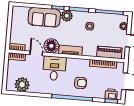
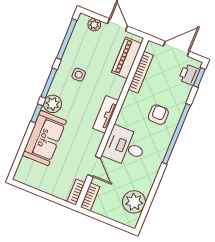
floor lamp: (51, 46) -> (90, 141), removed
door: (36, 53) -> (94, 167), swing flipped

